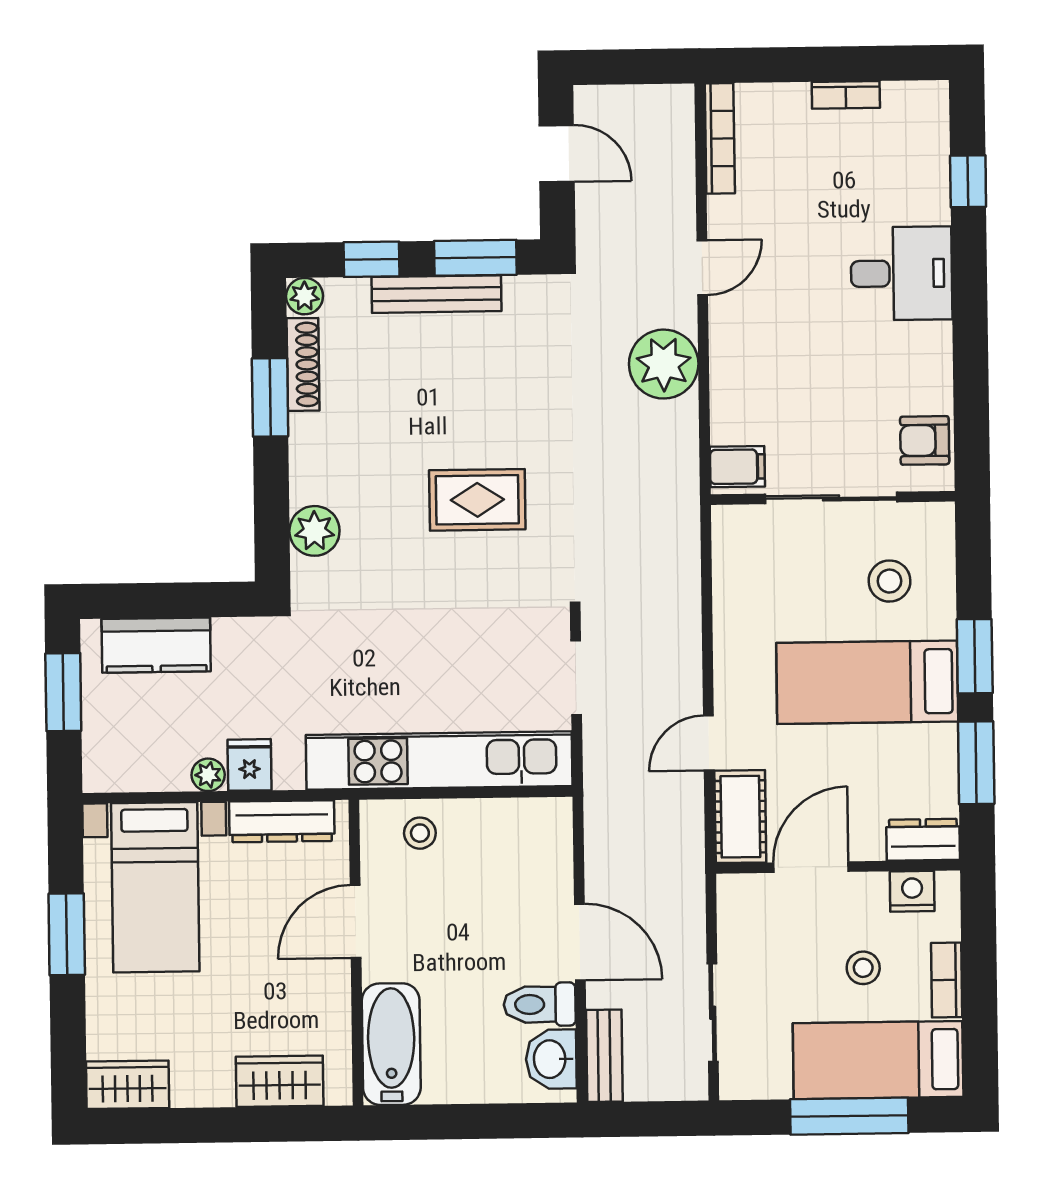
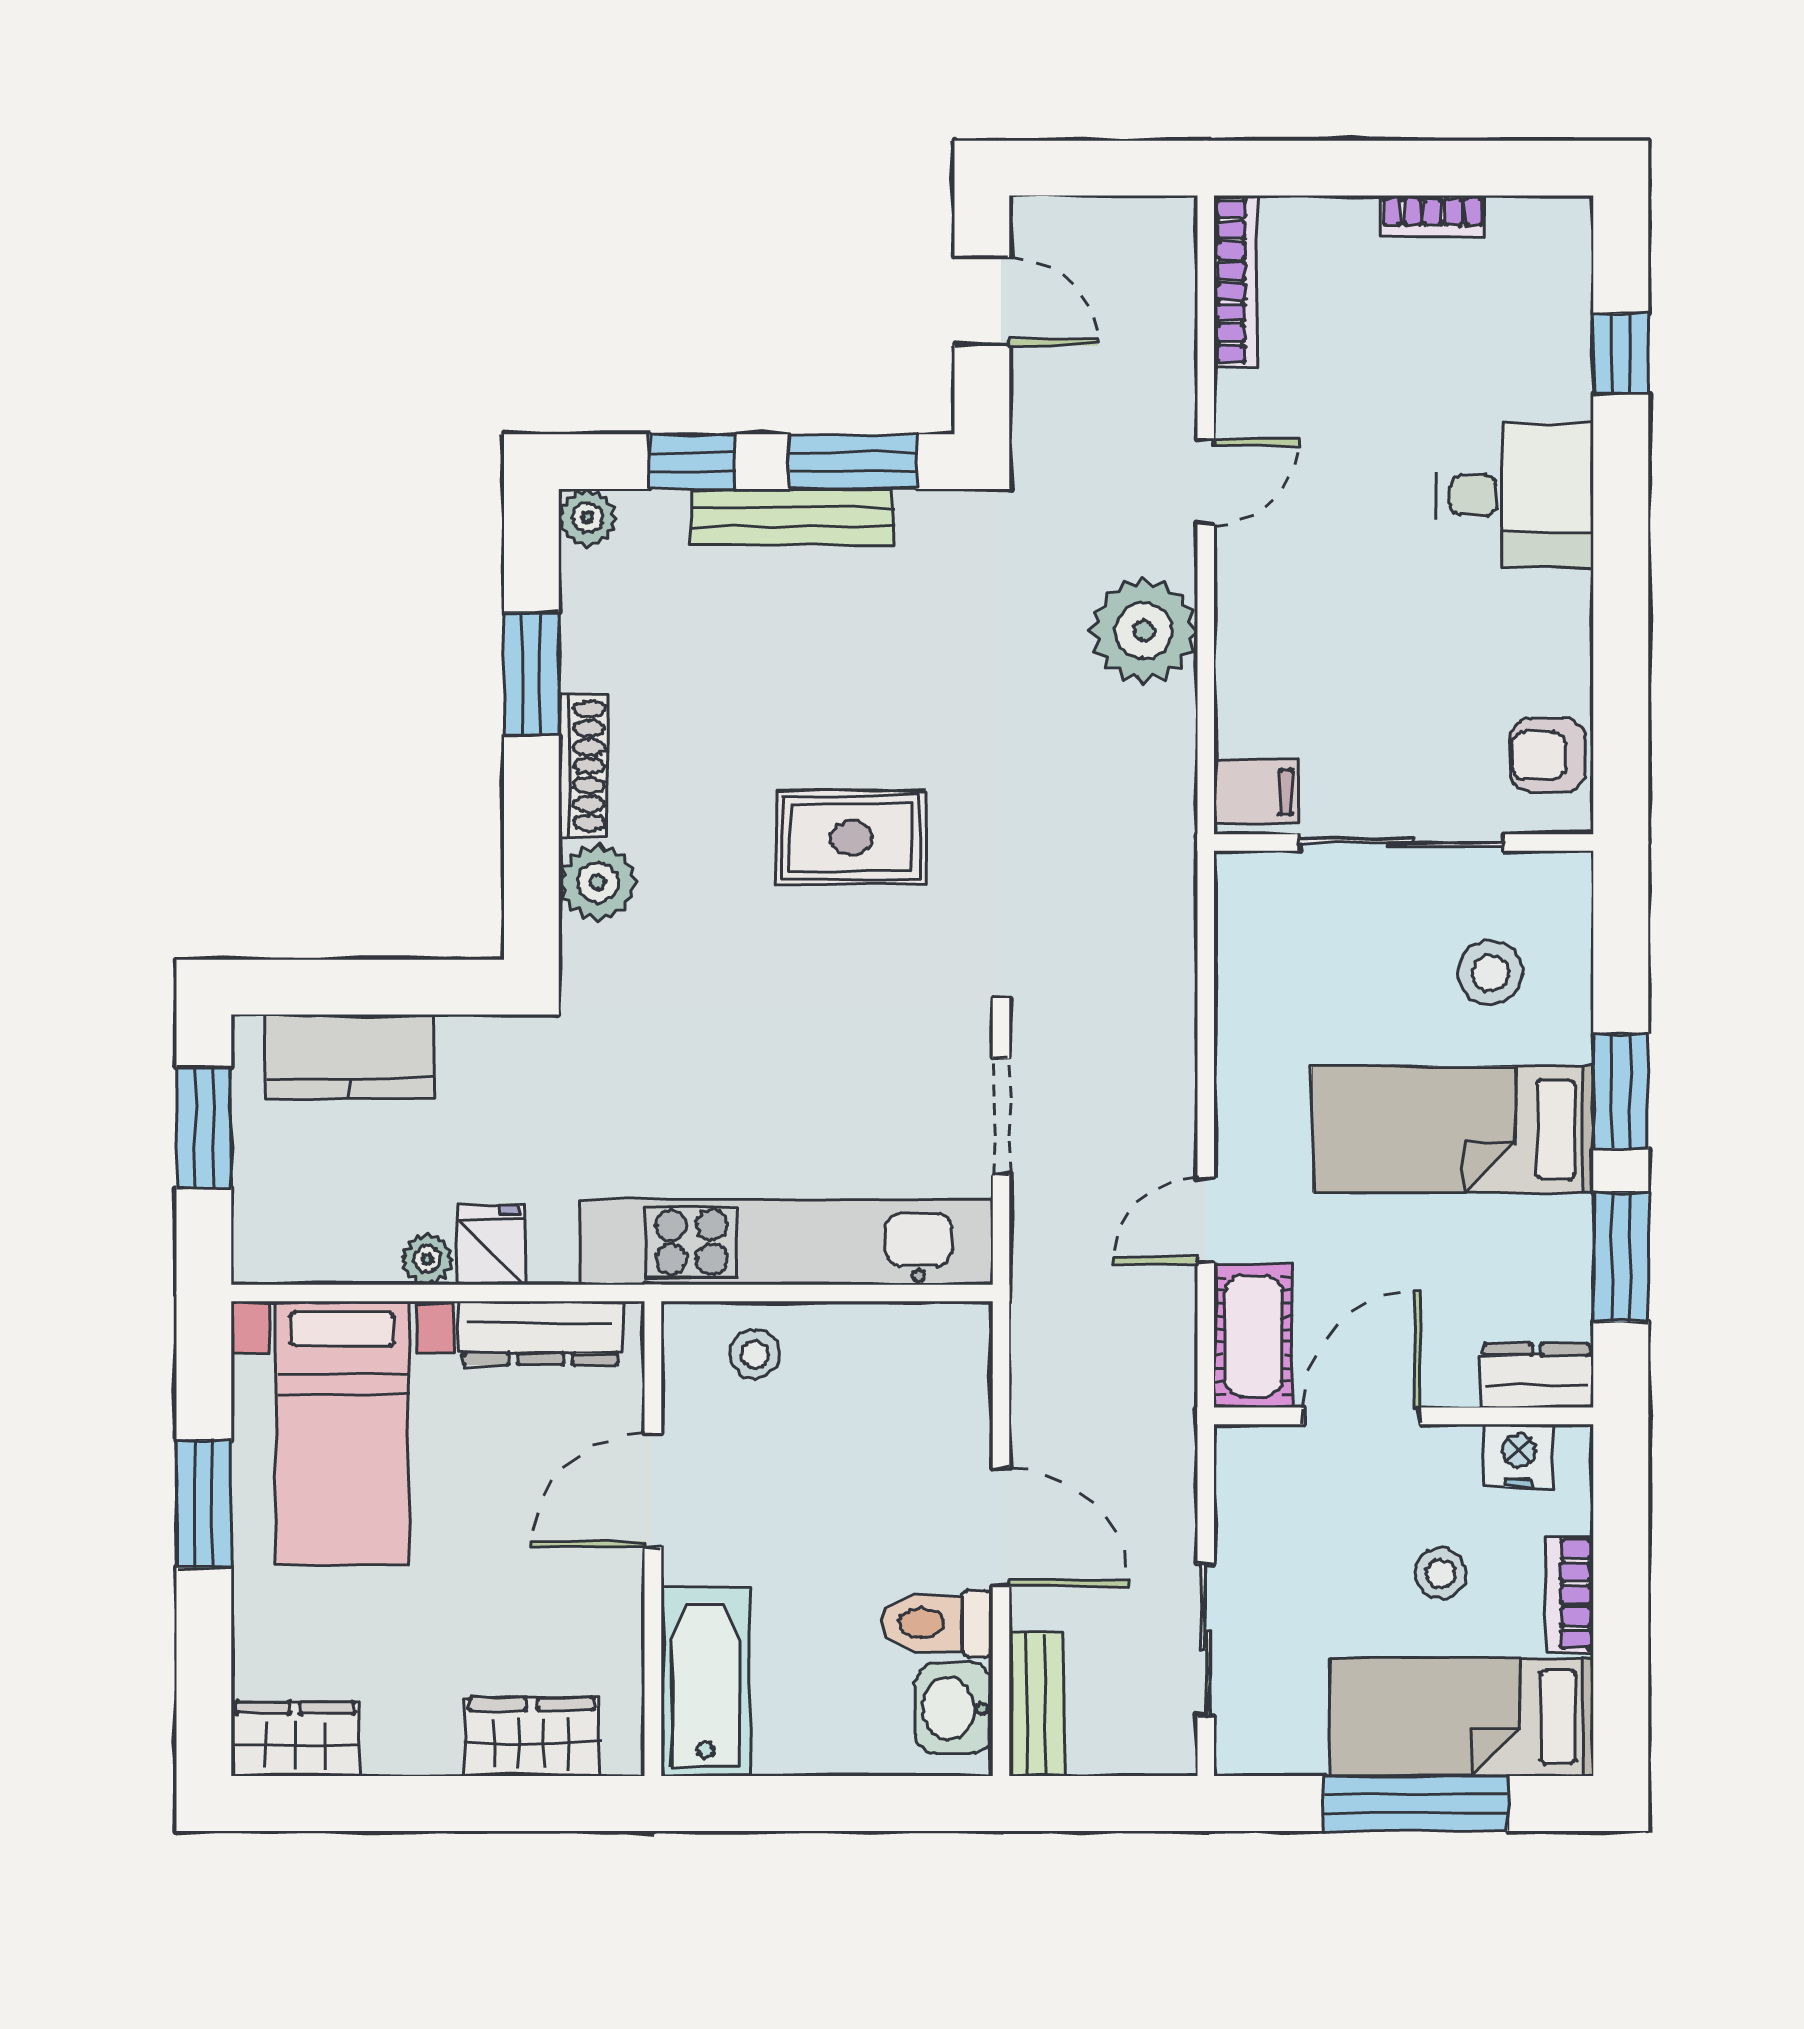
shoe rack: (303, 364) -> (583, 766), moved

